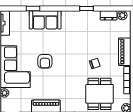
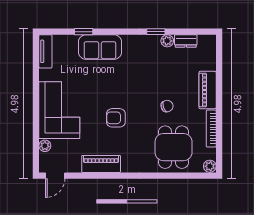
plant: (122, 15) -> (167, 41), moved
armchair: (45, 61) -> (116, 118), moved, turned 90

